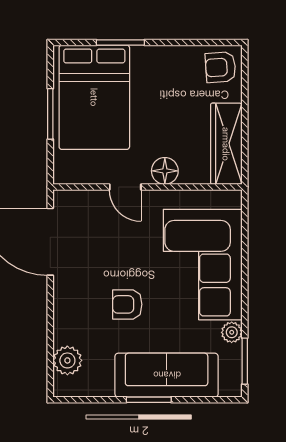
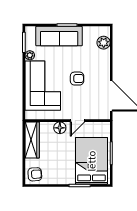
door: (125, 187) -> (78, 121), swing flipped
armchair: (127, 304) -> (77, 79), moved

